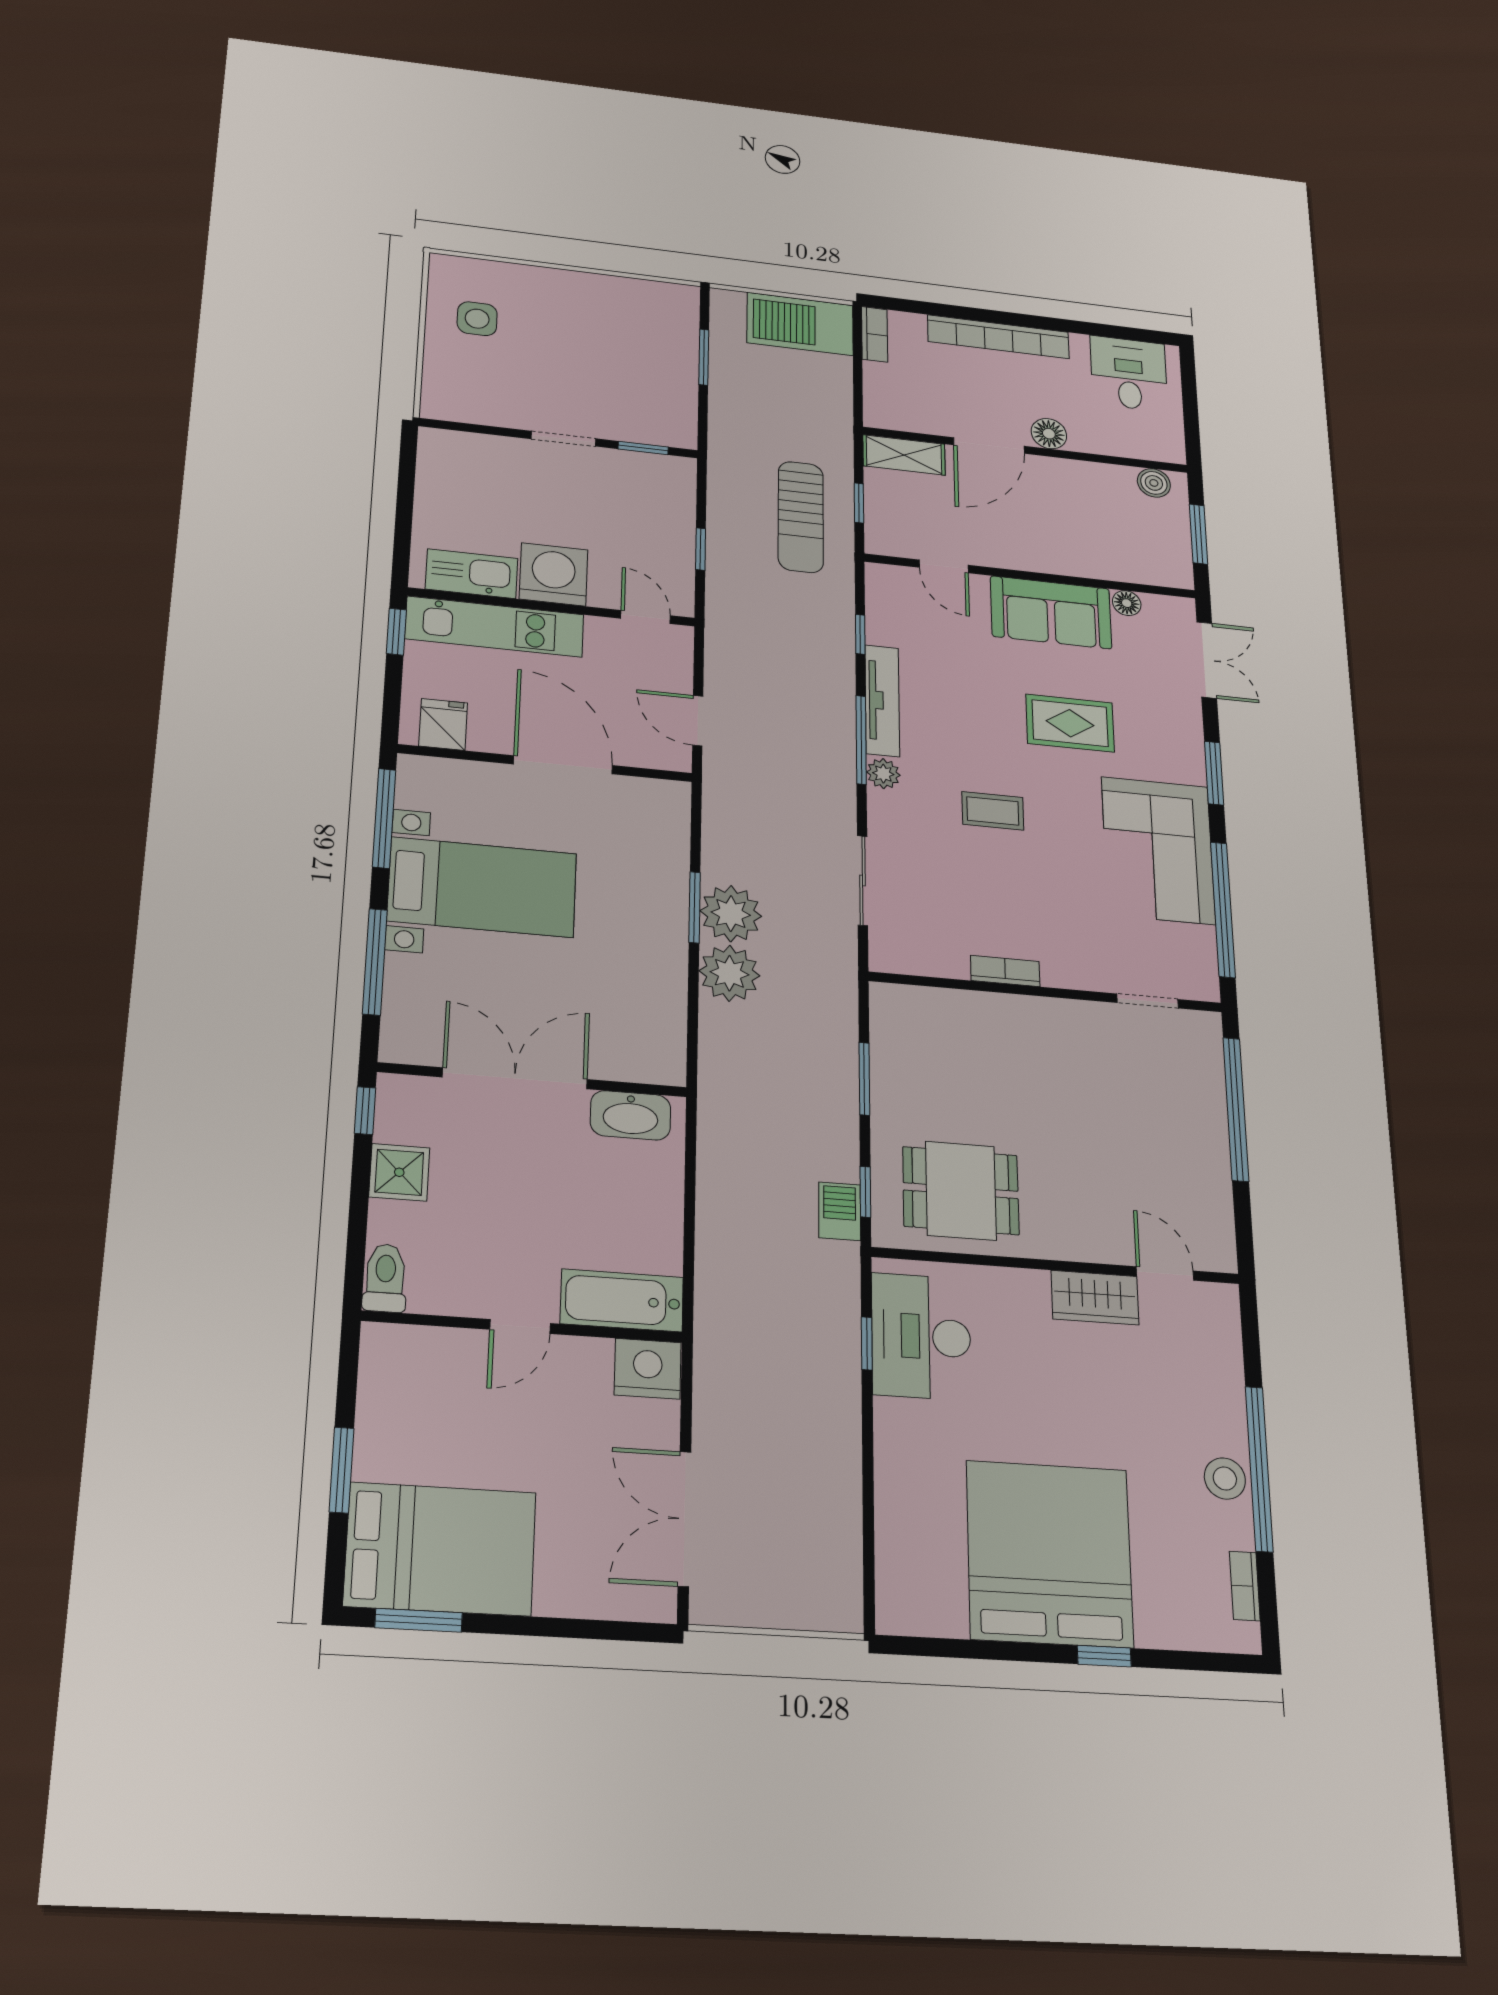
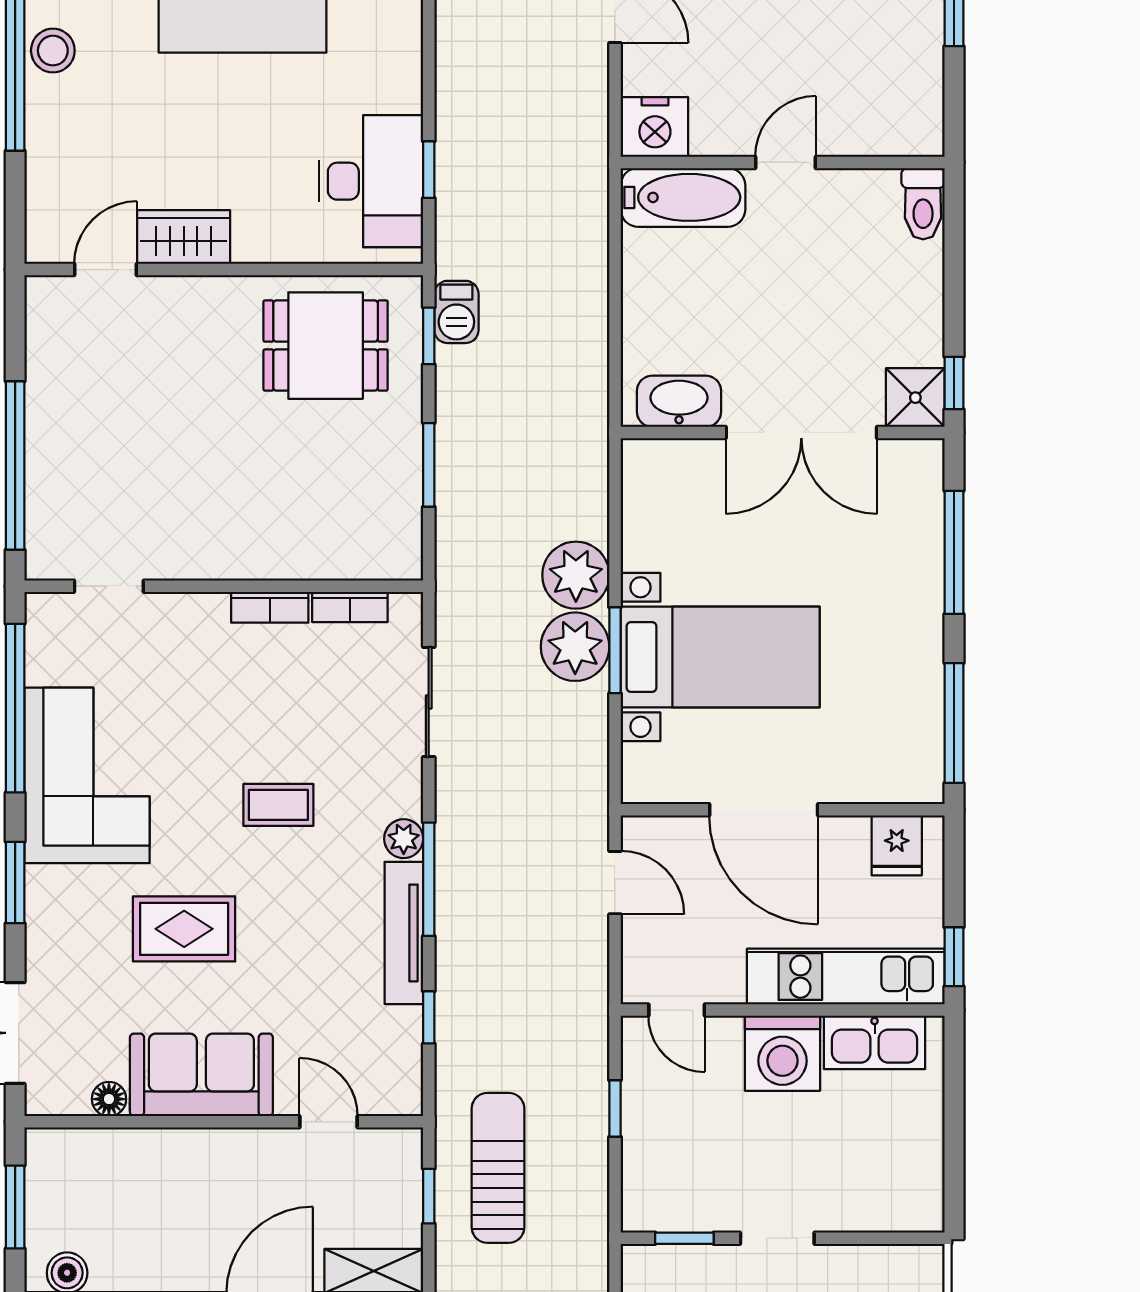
bed with nightstands: (482, 887) -> (720, 657), moved, turned 180
bookcase: (934, 965) -> (350, 607), added
shower: (399, 1172) -> (915, 398), moved
door: (1165, 1273) -> (106, 270), swing flipped

